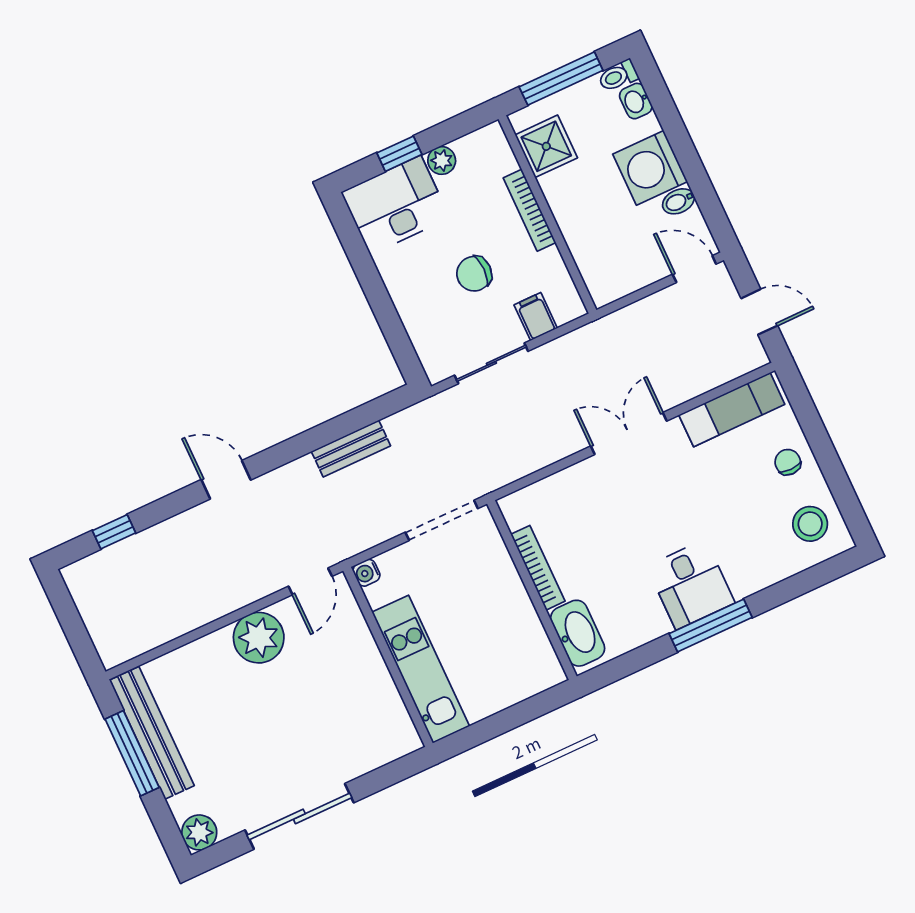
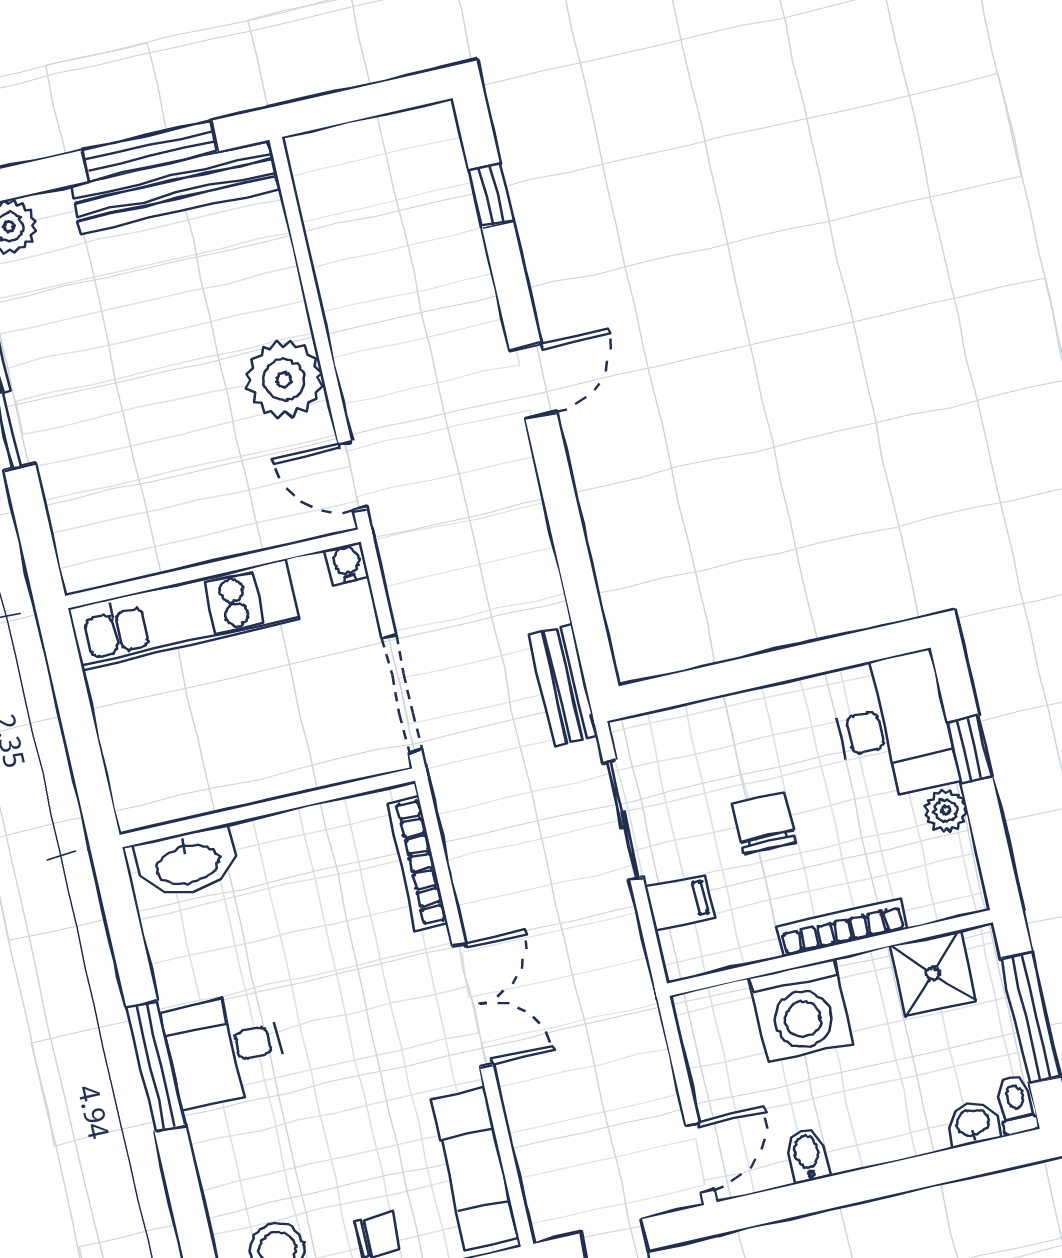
washing machine: (650, 168) -> (801, 1011), moved, turned 180
bench: (351, 449) -> (564, 685), moved
bookcase: (538, 568) -> (417, 863), moved, turned 90

